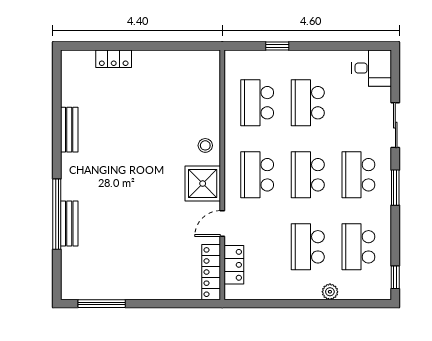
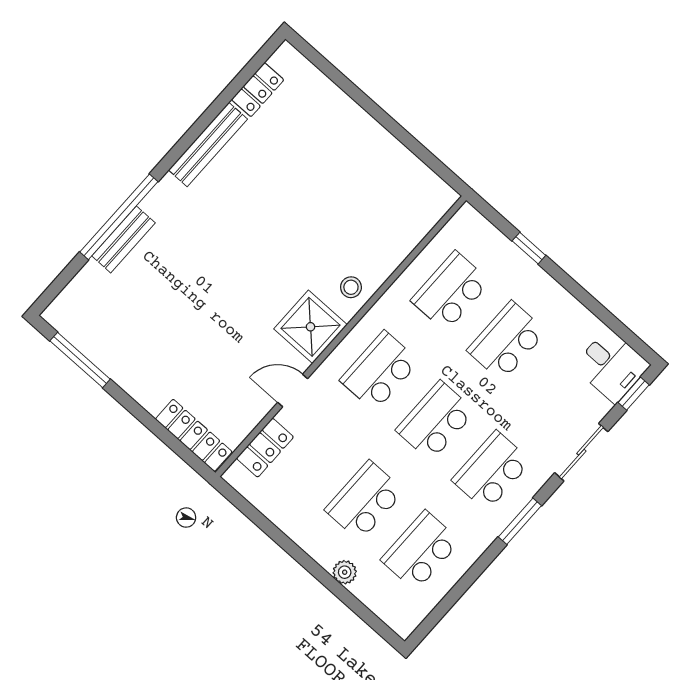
locker: (114, 59) -> (258, 90), moved, turned -90
bench: (69, 130) -> (208, 145), width x1.36
locker: (211, 272) -> (194, 435), moved, turned 90
window: (395, 277) -> (634, 394), moved

